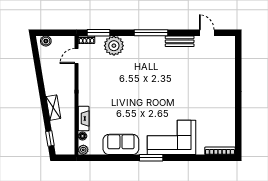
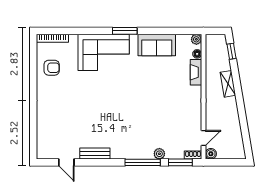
window: (151, 33) -> (143, 162), moved
boiler: (46, 41) -> (211, 154), moved
plant: (114, 46) -> (159, 154), width x0.53, depth x0.53
armchair: (221, 123) -> (52, 68), added

